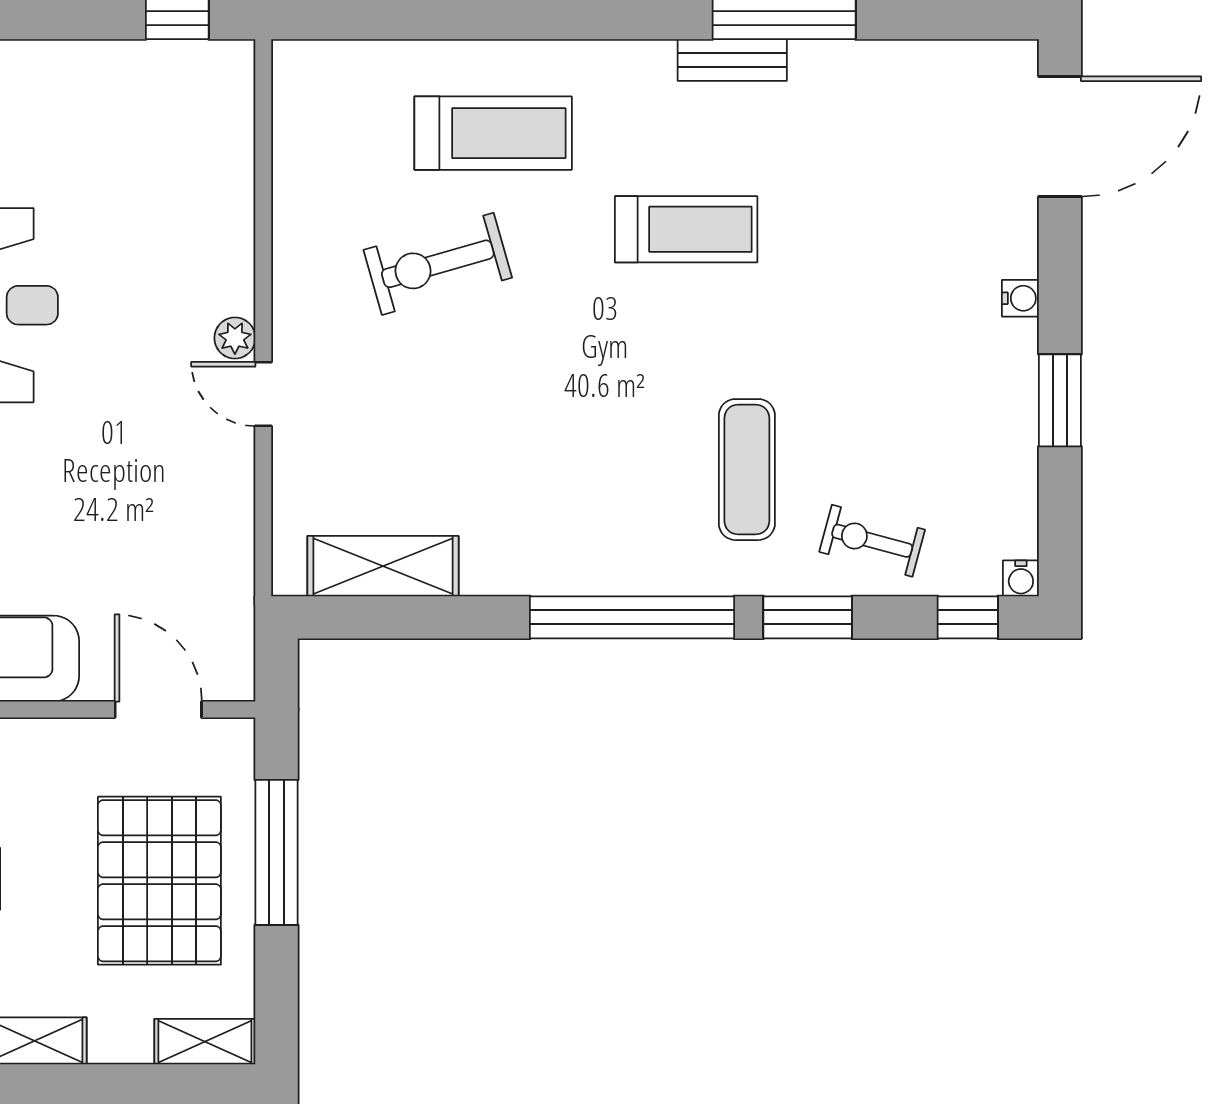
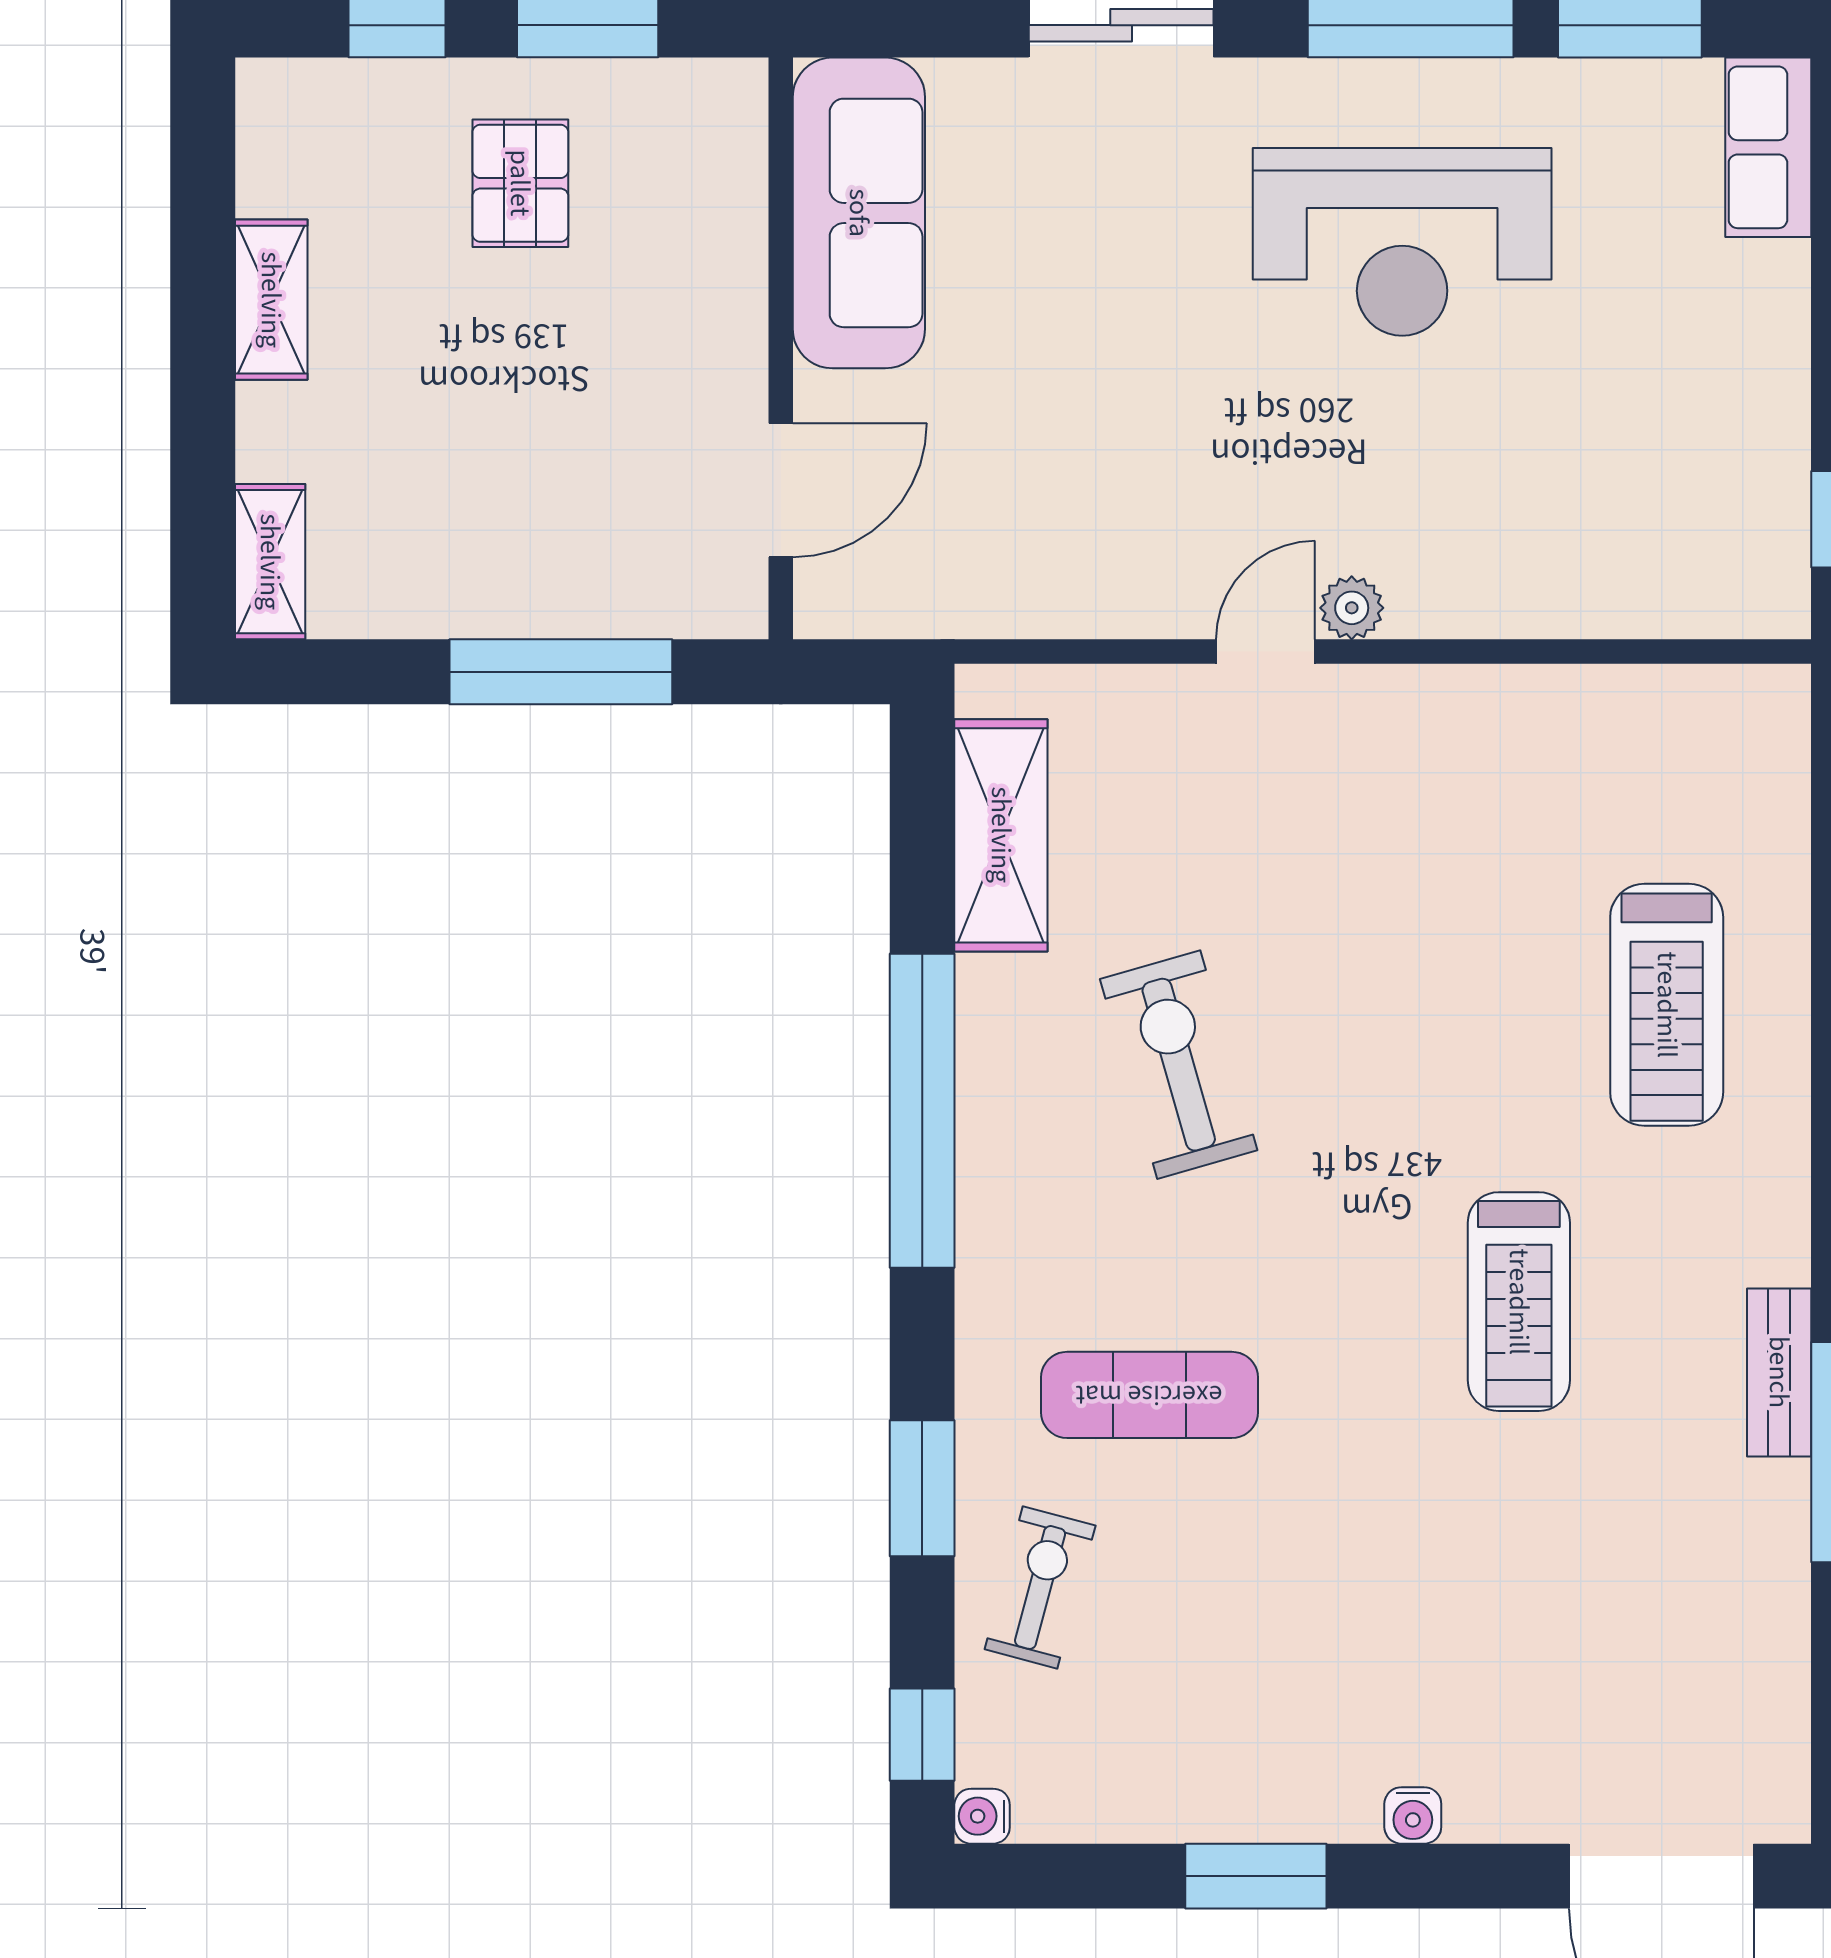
exercise bike: (438, 264) -> (1179, 1065), moved
window: (632, 617) -> (922, 1111), moved
pallet: (159, 881) -> (517, 492), removed

